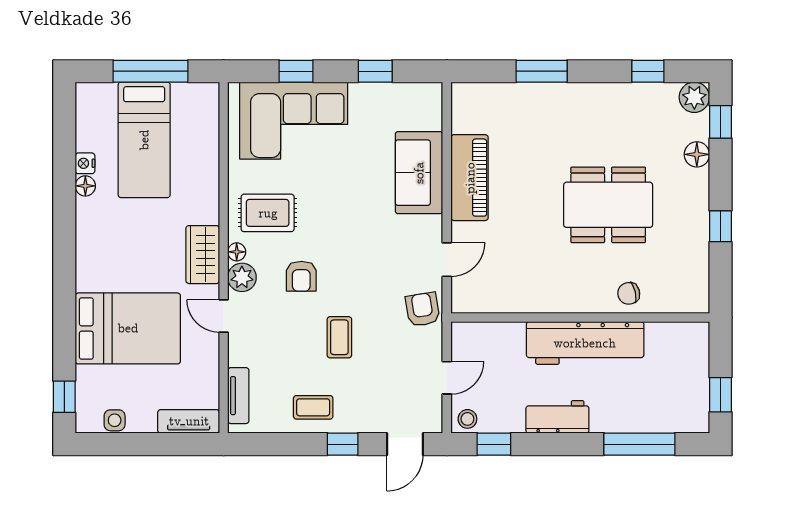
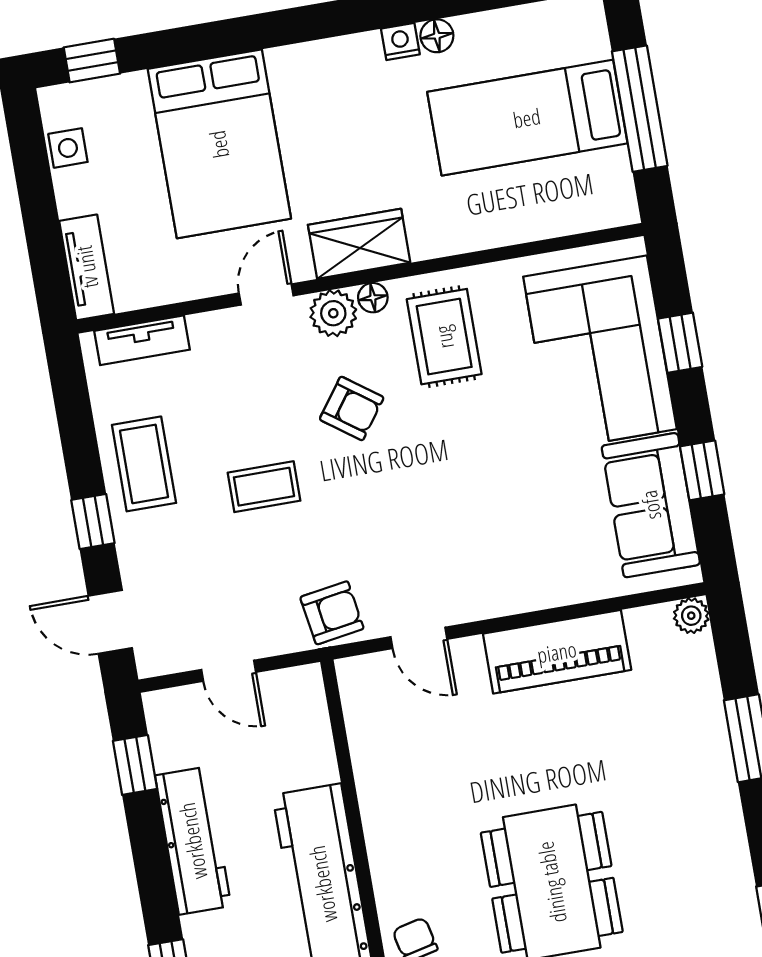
plant: (462, 93) -> (691, 616), added
nightstand: (85, 163) -> (400, 42), moved
sofa: (419, 173) -> (651, 505), moved, turned -90
armchair: (301, 276) -> (352, 408), turned -144
coffee table: (313, 407) -> (144, 464), width x1.36, depth x1.30
workbench: (557, 417) -> (193, 841), width x1.38
stool: (467, 419) -> (168, 715), removed

